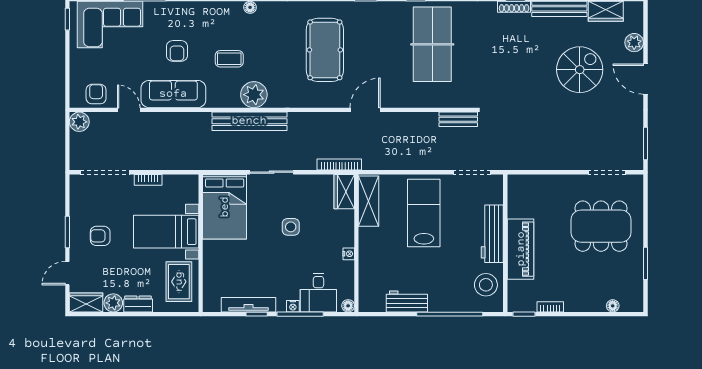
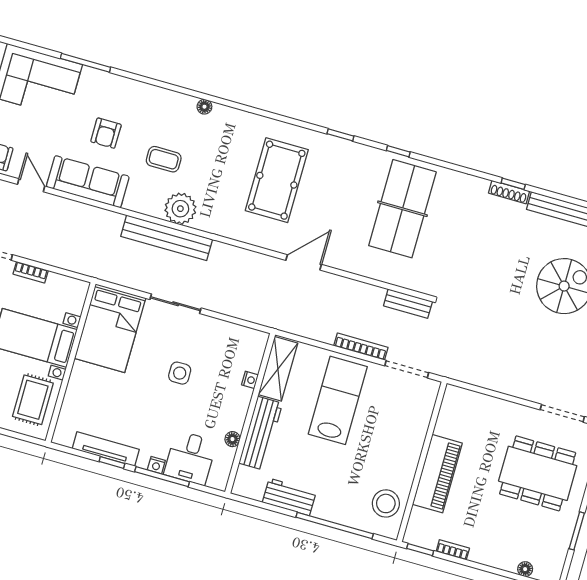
bookcase: (339, 164) -> (361, 347), moved
wardrobe: (344, 192) -> (253, 350), removed
workbench: (492, 234) -> (261, 433), moved, turned 180
nightstand: (349, 254) -> (250, 380), moved
floor lamp: (348, 306) -> (232, 439), moved

